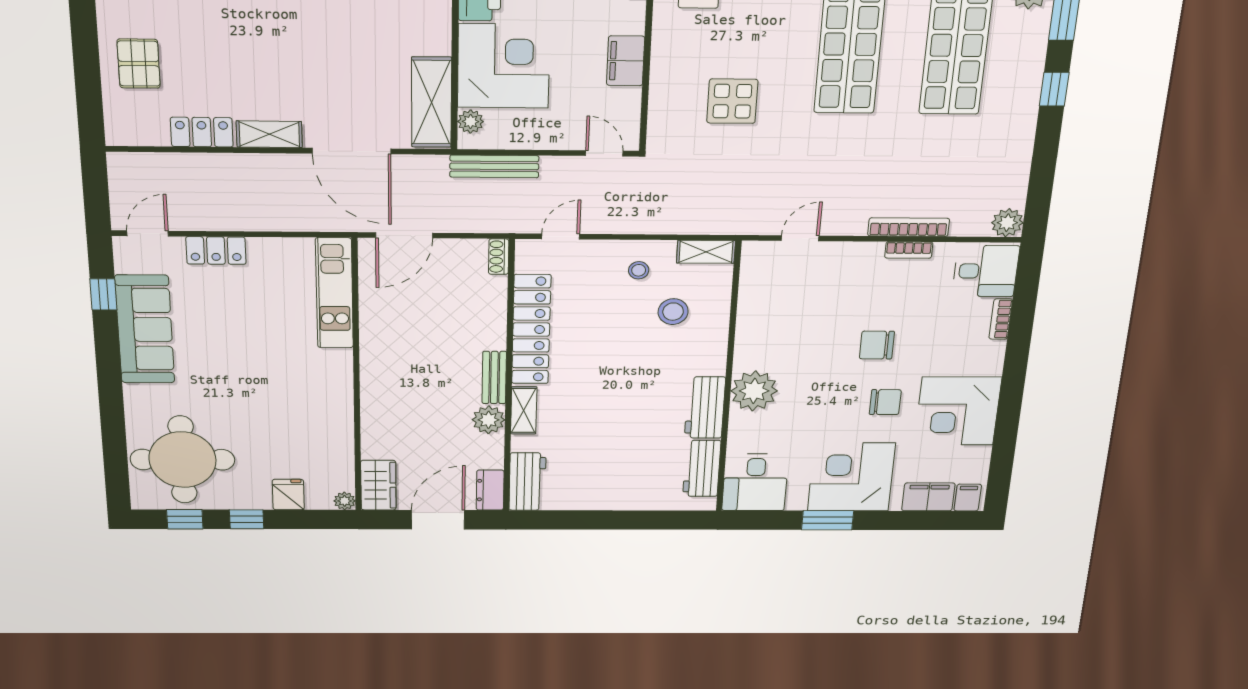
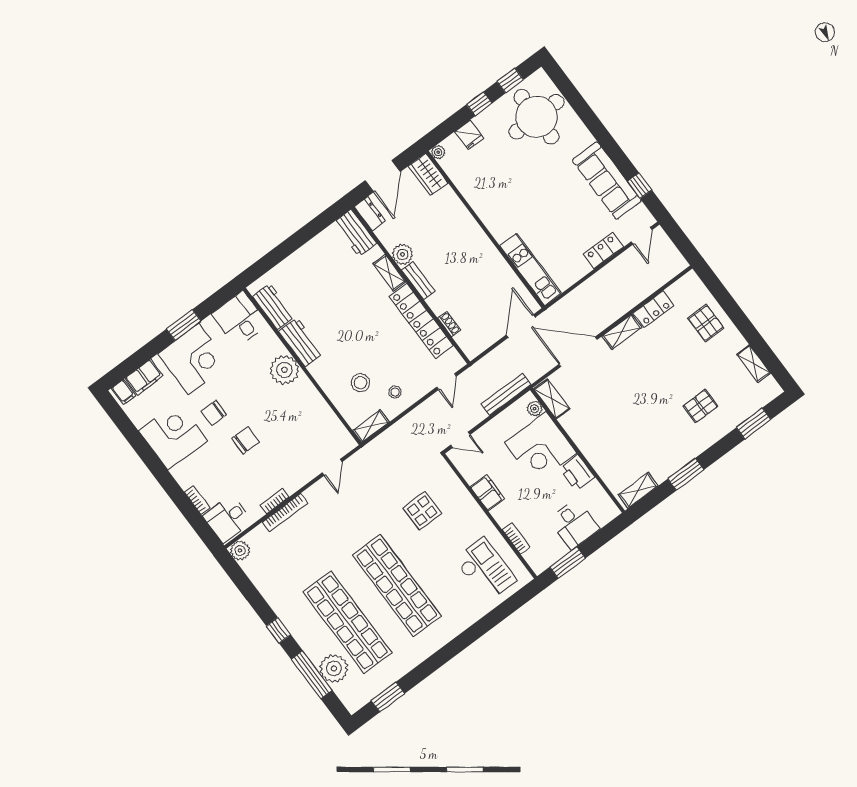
shelving: (432, 102) -> (552, 399), width x0.67, depth x0.75
shoe rack: (499, 257) -> (449, 324), moved

